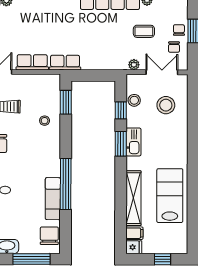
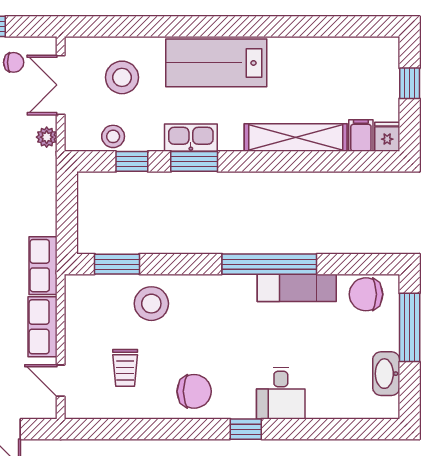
stool: (45, 121) -> (151, 304), width x1.89, depth x1.89
lab bench: (170, 196) -> (216, 63), moved

